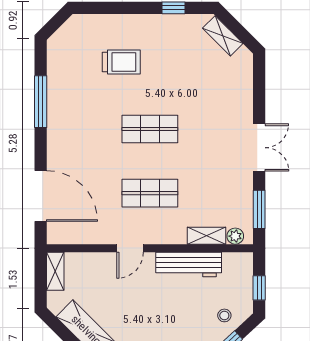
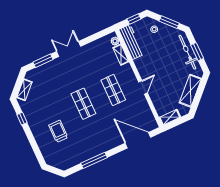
door: (41, 196) -> (138, 140), hinge flipped
window: (259, 209) -> (43, 61), moved
door: (130, 248) -> (143, 87), hinge flipped
workbench: (189, 264) -> (131, 42), moved

